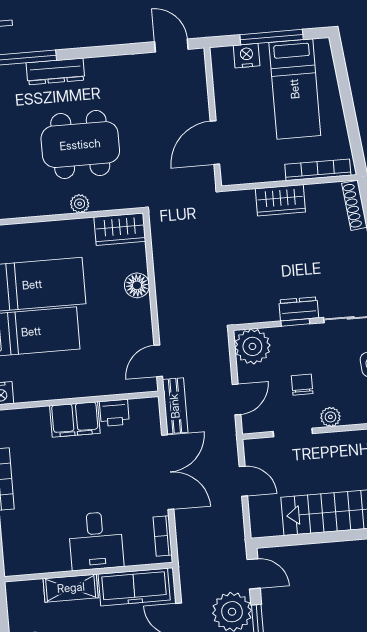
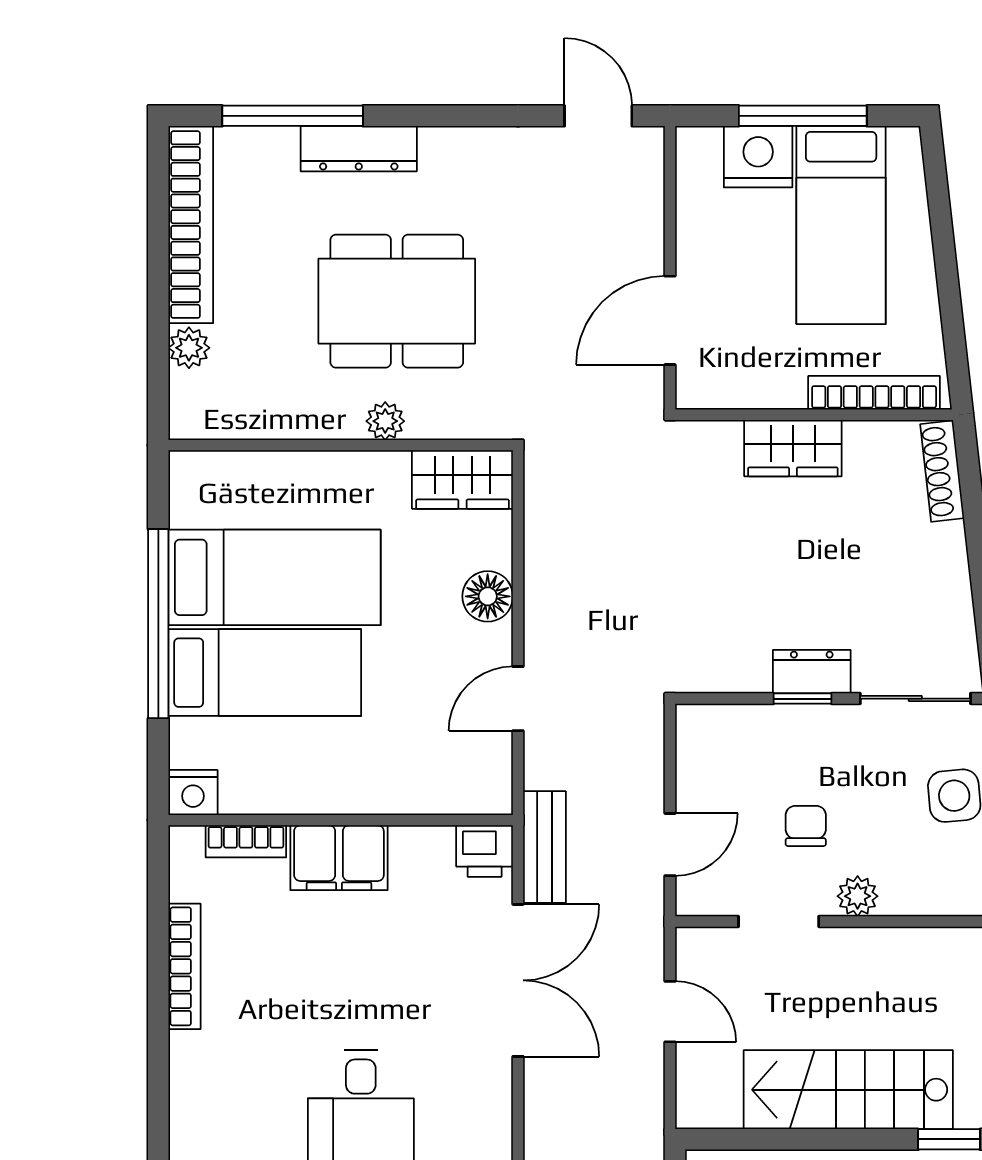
nightstand: (247, 56) -> (758, 157), width x1.36, depth x1.33
plant: (252, 346) -> (711, 740), removed
door: (158, 361) -> (518, 699), moved
printer: (114, 413) -> (485, 851), moved
bookcase: (163, 536) -> (246, 841), moved, turned -90

